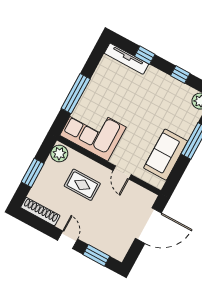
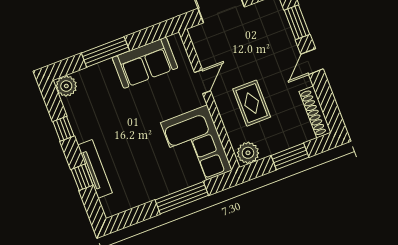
tv unit: (126, 59) -> (95, 169), moved

